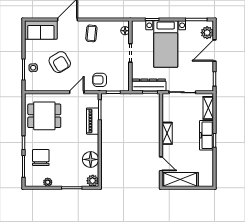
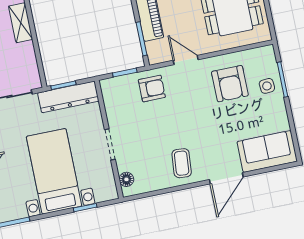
armchair: (60, 62) -> (230, 84), moved, turned -149
door: (77, 92) -> (186, 60), swing flipped

